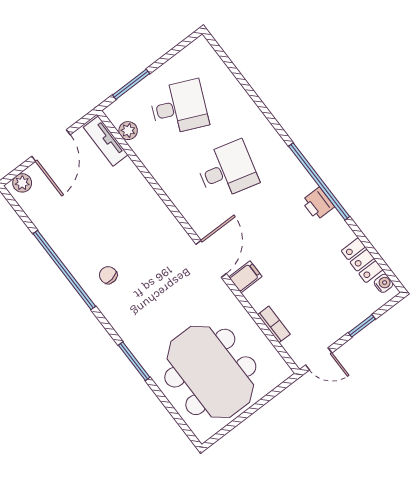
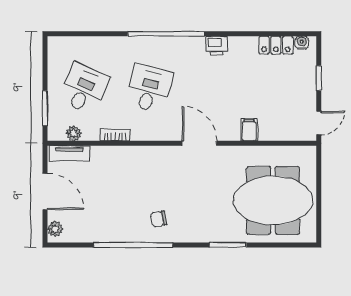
window: (319, 181) -> (166, 34), moved
filing cabinet: (245, 277) -> (249, 130), moved
bookcase: (274, 324) -> (115, 135), moved

